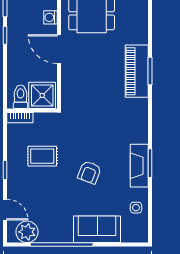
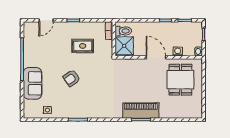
door: (59, 49) -> (156, 57), hinge flipped
rug: (42, 156) -> (83, 46), turned 90
fireplace: (139, 166) -> (76, 112), removed
armchair: (89, 172) -> (72, 78), turned -56
plant: (27, 232) -> (31, 35), removed

